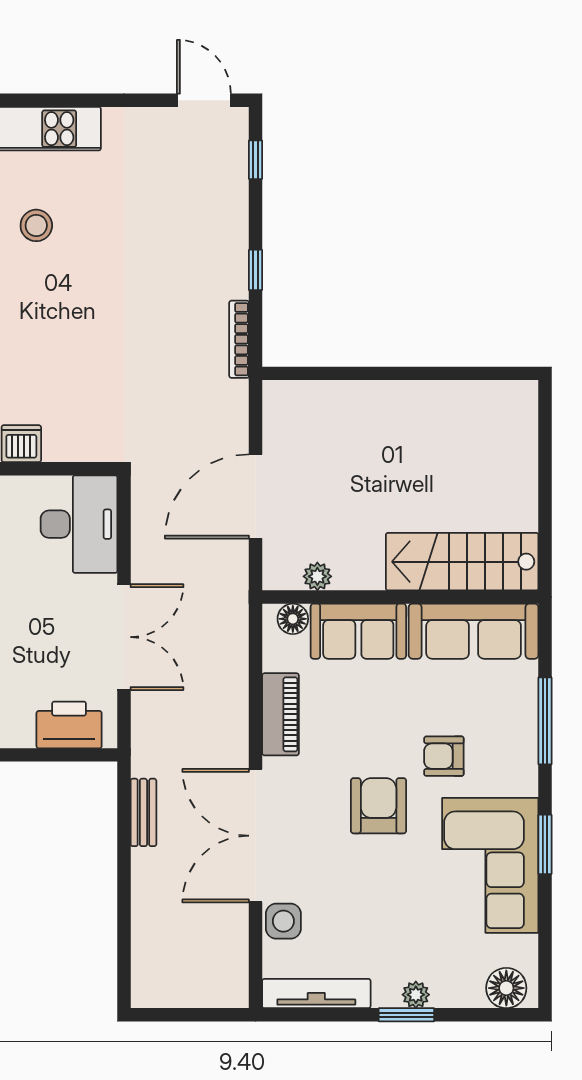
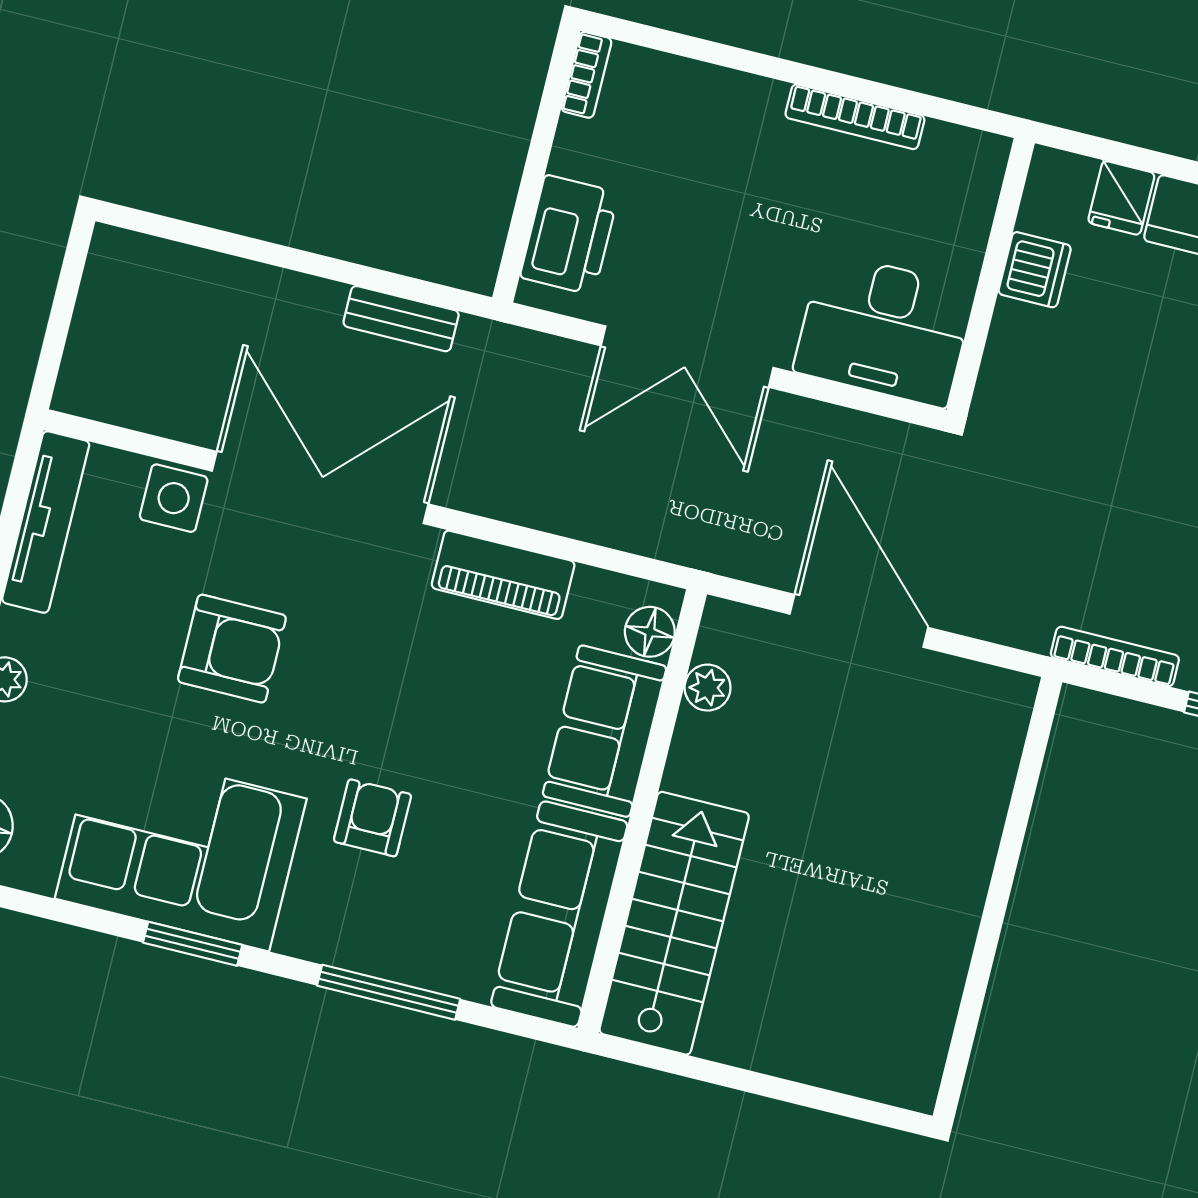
armchair: (379, 806) -> (232, 649), moved

